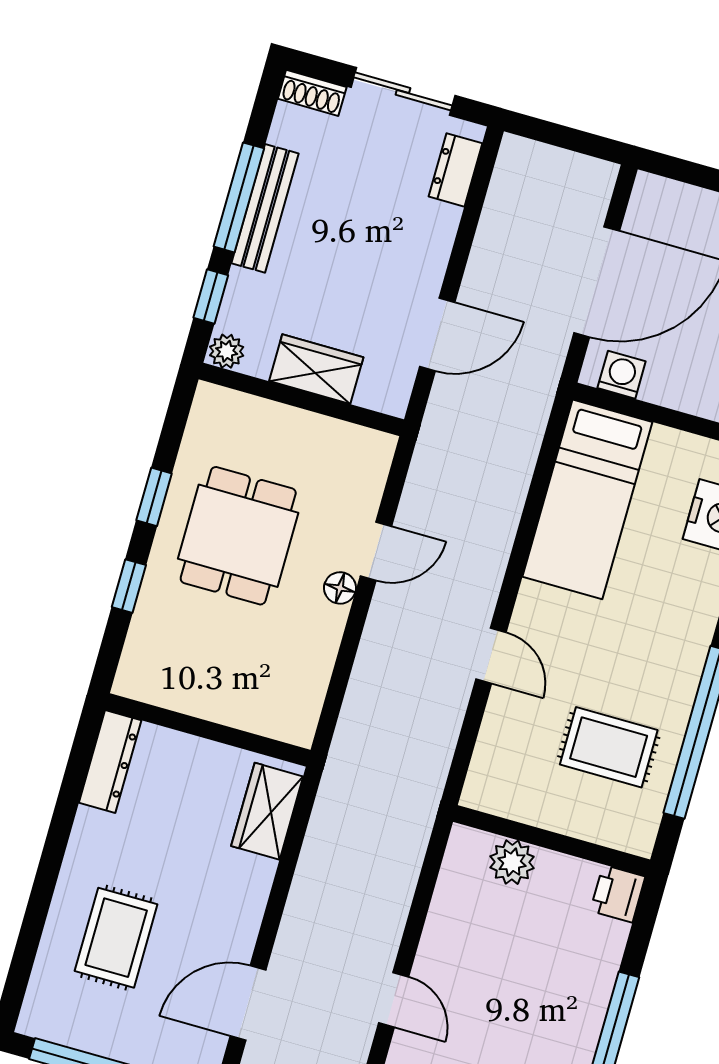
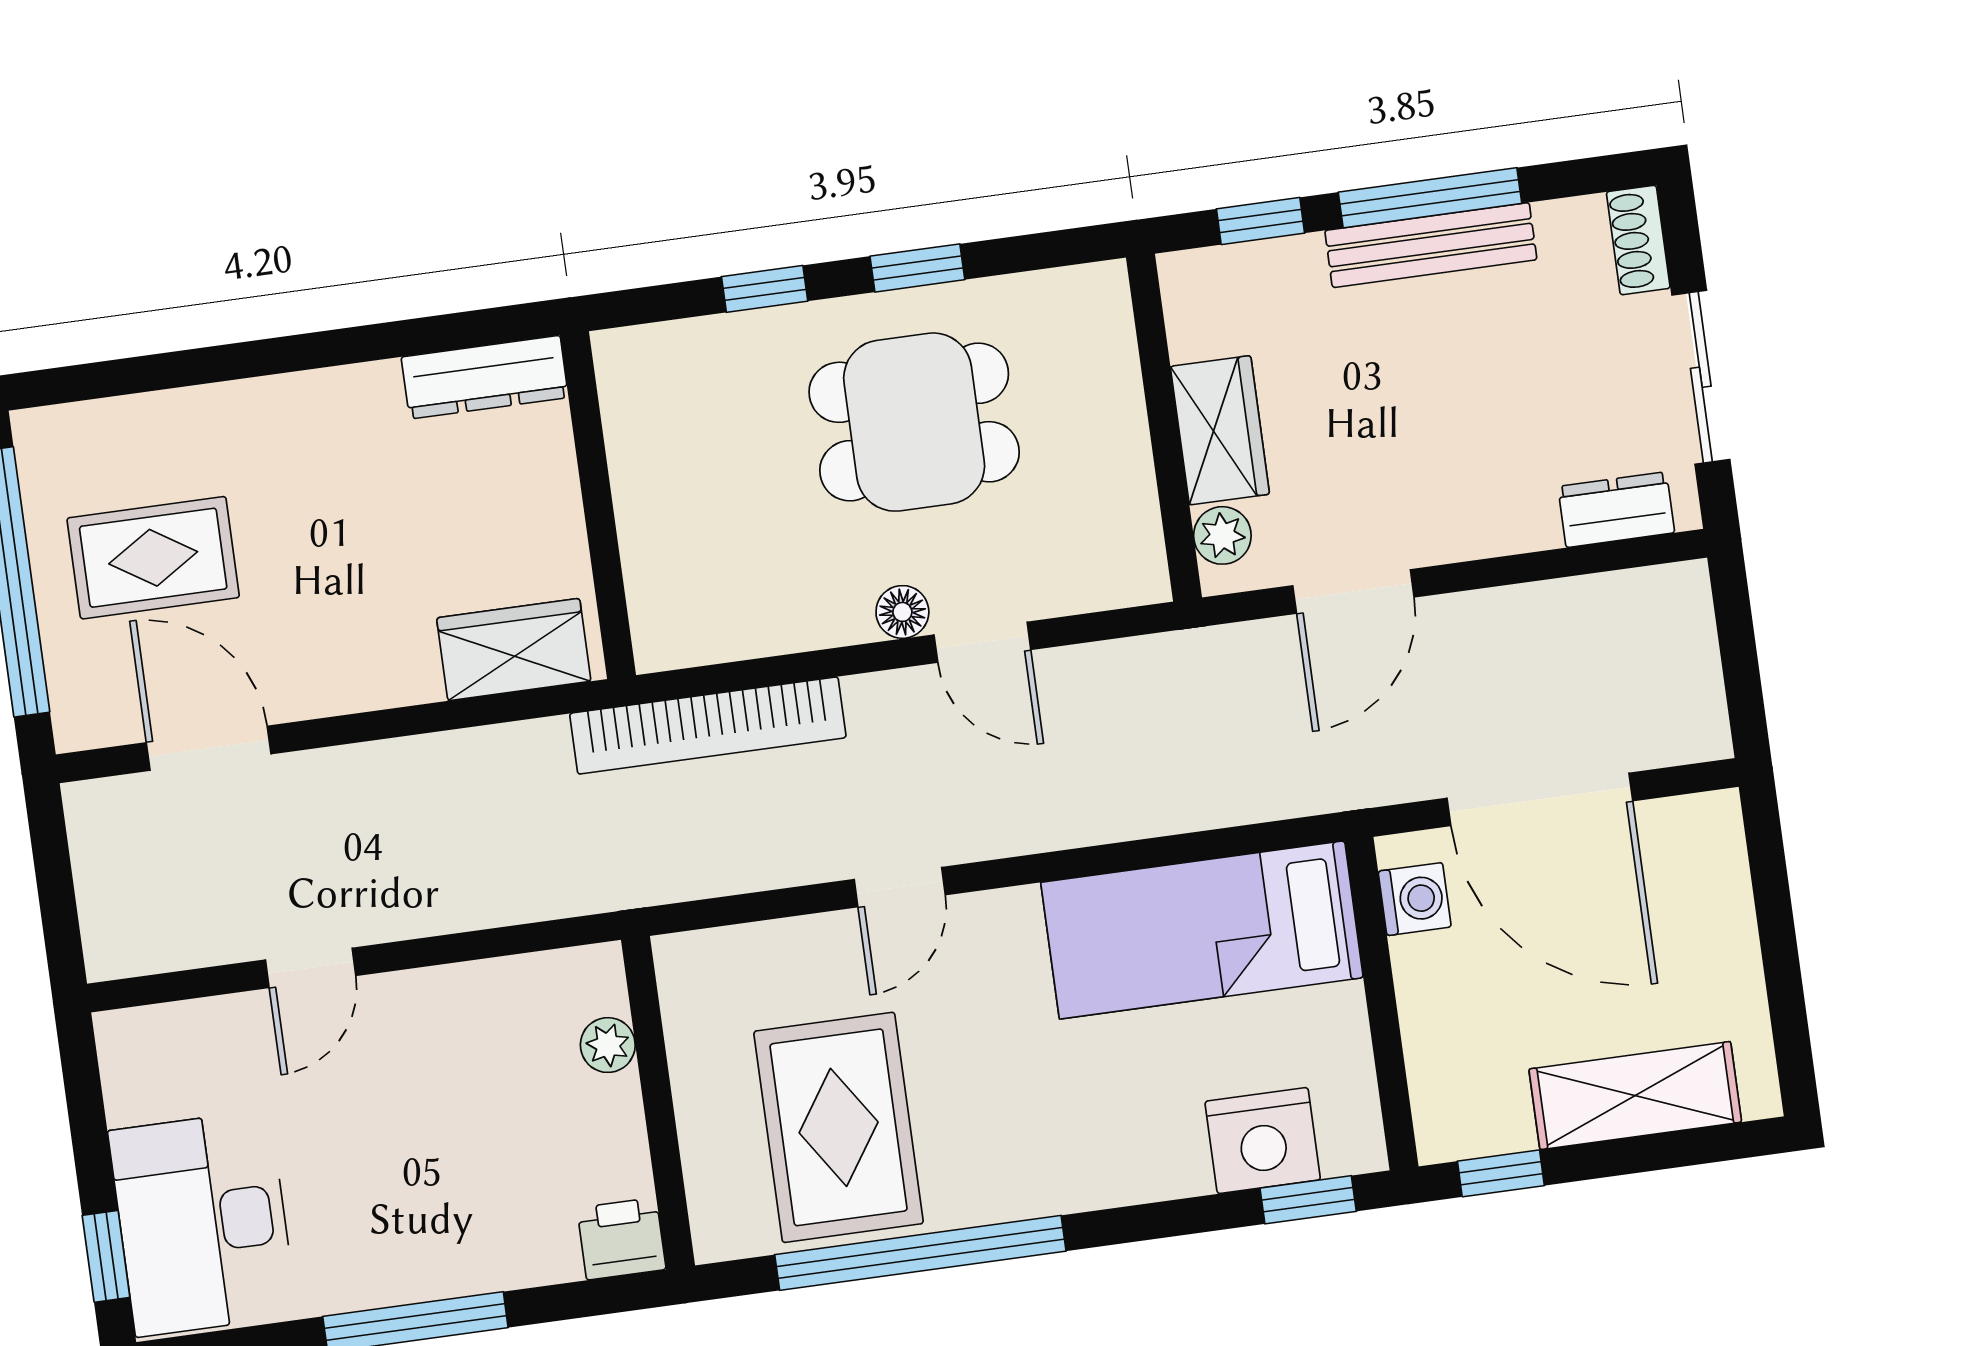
door: (437, 334) -> (1353, 591), hinge flipped
plant: (227, 351) -> (1222, 535), moved
bookcase: (356, 722) -> (708, 725), added
rug: (609, 747) -> (839, 1127), width x1.36, depth x1.43
plant: (512, 862) -> (608, 1045), width x0.73, depth x0.73
rug: (116, 938) -> (153, 558), moved

